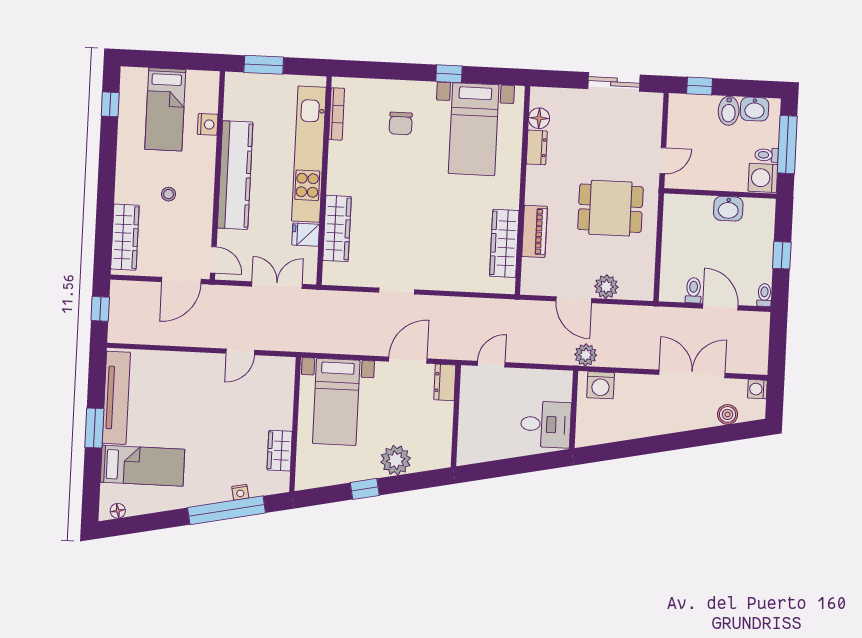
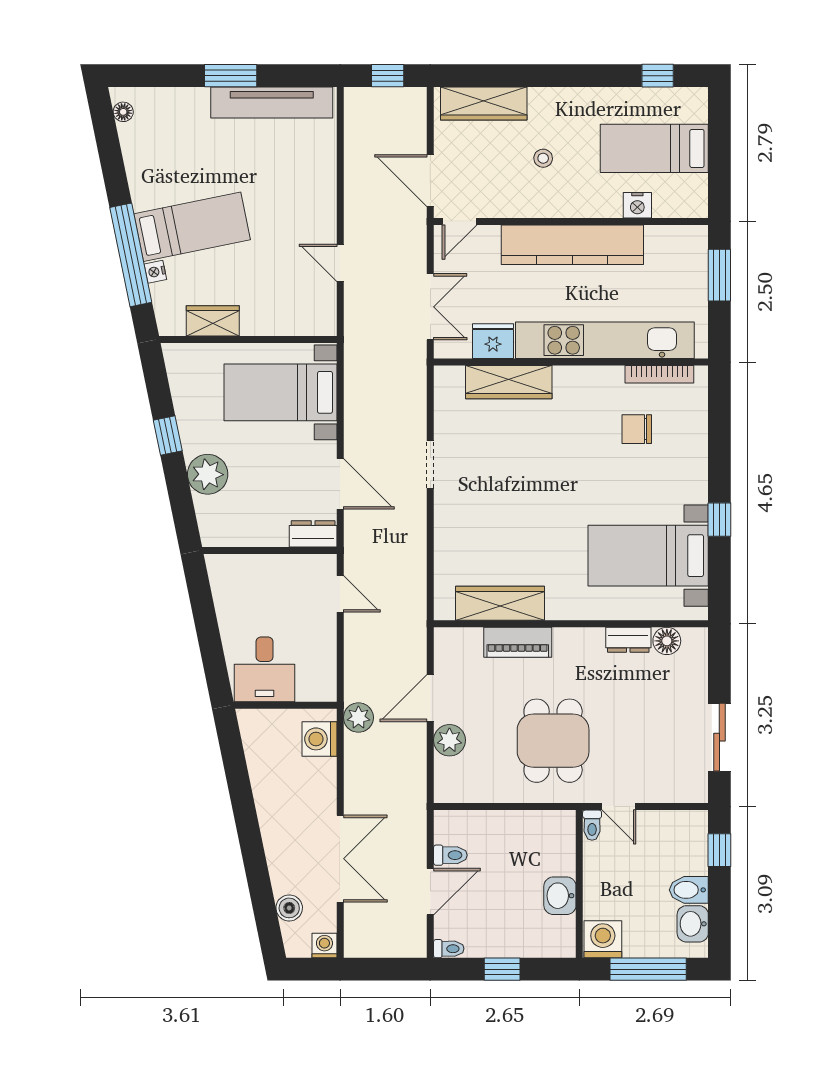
chair: (401, 123) -> (637, 429), moved
toilet: (767, 155) -> (592, 825), moved, turned 180
fridge: (306, 235) -> (493, 341), width x1.38
bed: (142, 466) -> (192, 227), moved, turned -102

